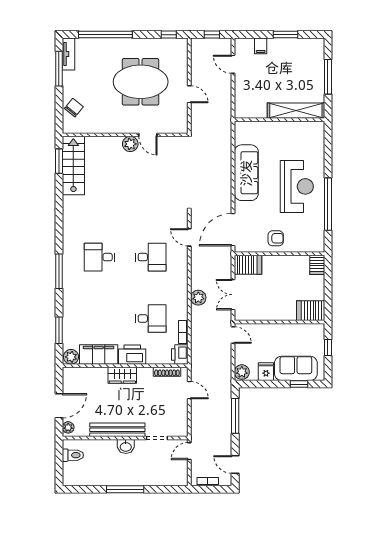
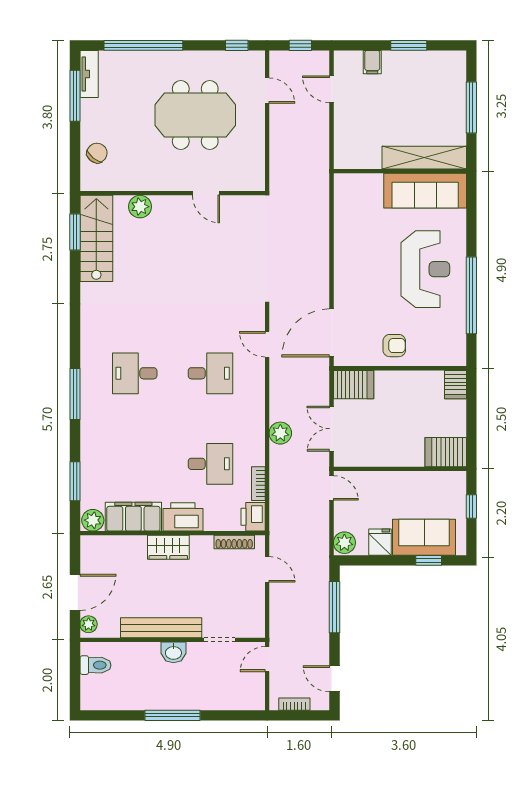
door: (189, 94) -> (267, 91), moved
plant: (130, 144) -> (140, 207), moved
sofa: (246, 173) -> (425, 191), moved, turned 90

